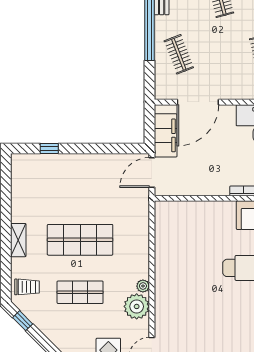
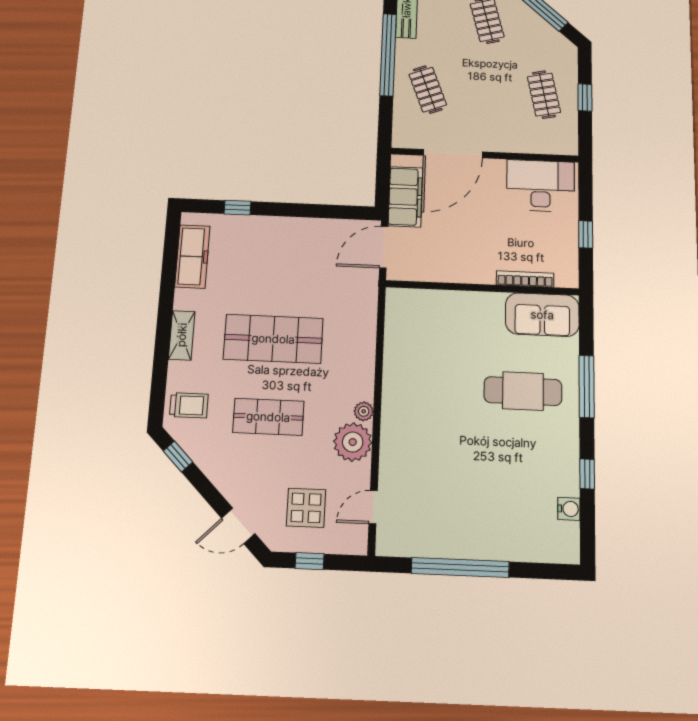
freezer: (21, 185) -> (192, 256), added

